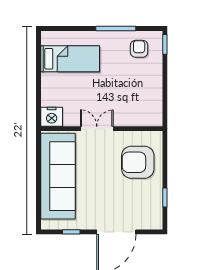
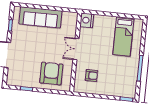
armchair: (139, 49) -> (91, 76), moved
double door: (97, 129) -> (76, 49), swing flipped
sofa: (58, 176) -> (40, 17), width x0.74, depth x0.79

